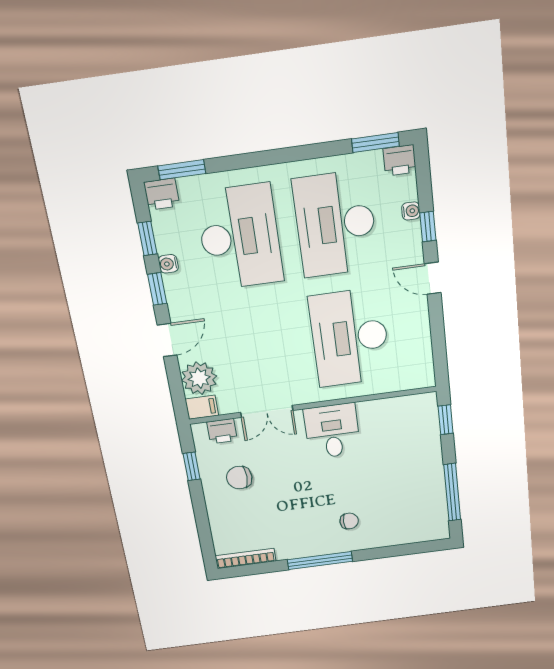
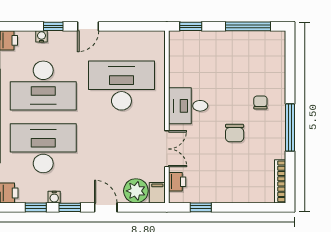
desk: (350, 338) -> (121, 86), turned 180
chair: (239, 478) -> (235, 133), moved

